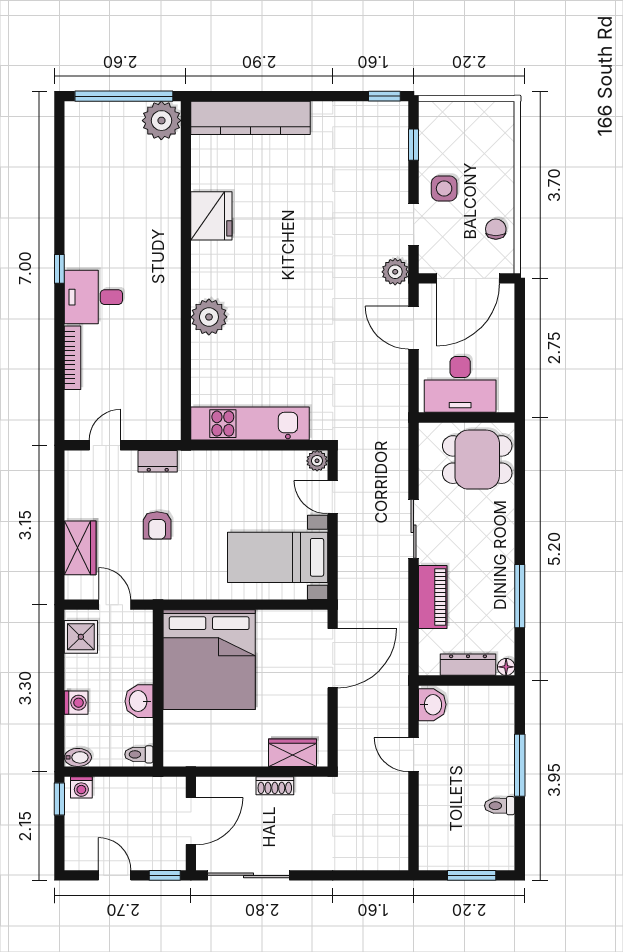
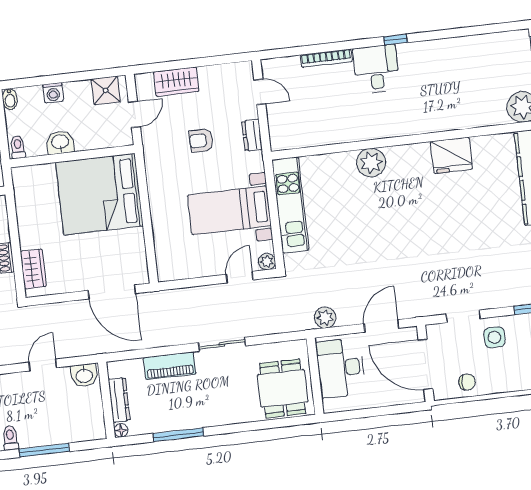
plant: (395, 272) -> (325, 318), moved
bed with nightstands: (278, 557) -> (229, 210), moved, turned -90

